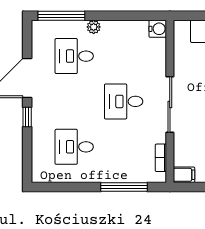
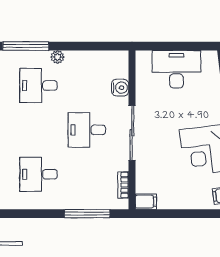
water cooler: (158, 29) -> (120, 88), moved

